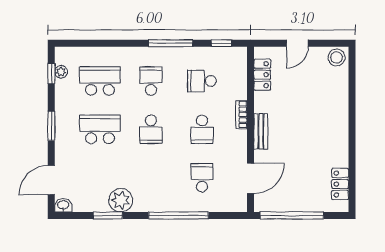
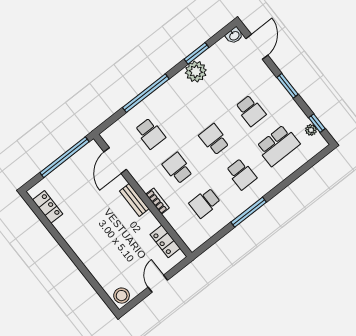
window: (222, 43) -> (212, 241), removed
school desk: (202, 81) -> (205, 203), turned 180
school desk: (100, 129) -> (251, 111), width x0.54

